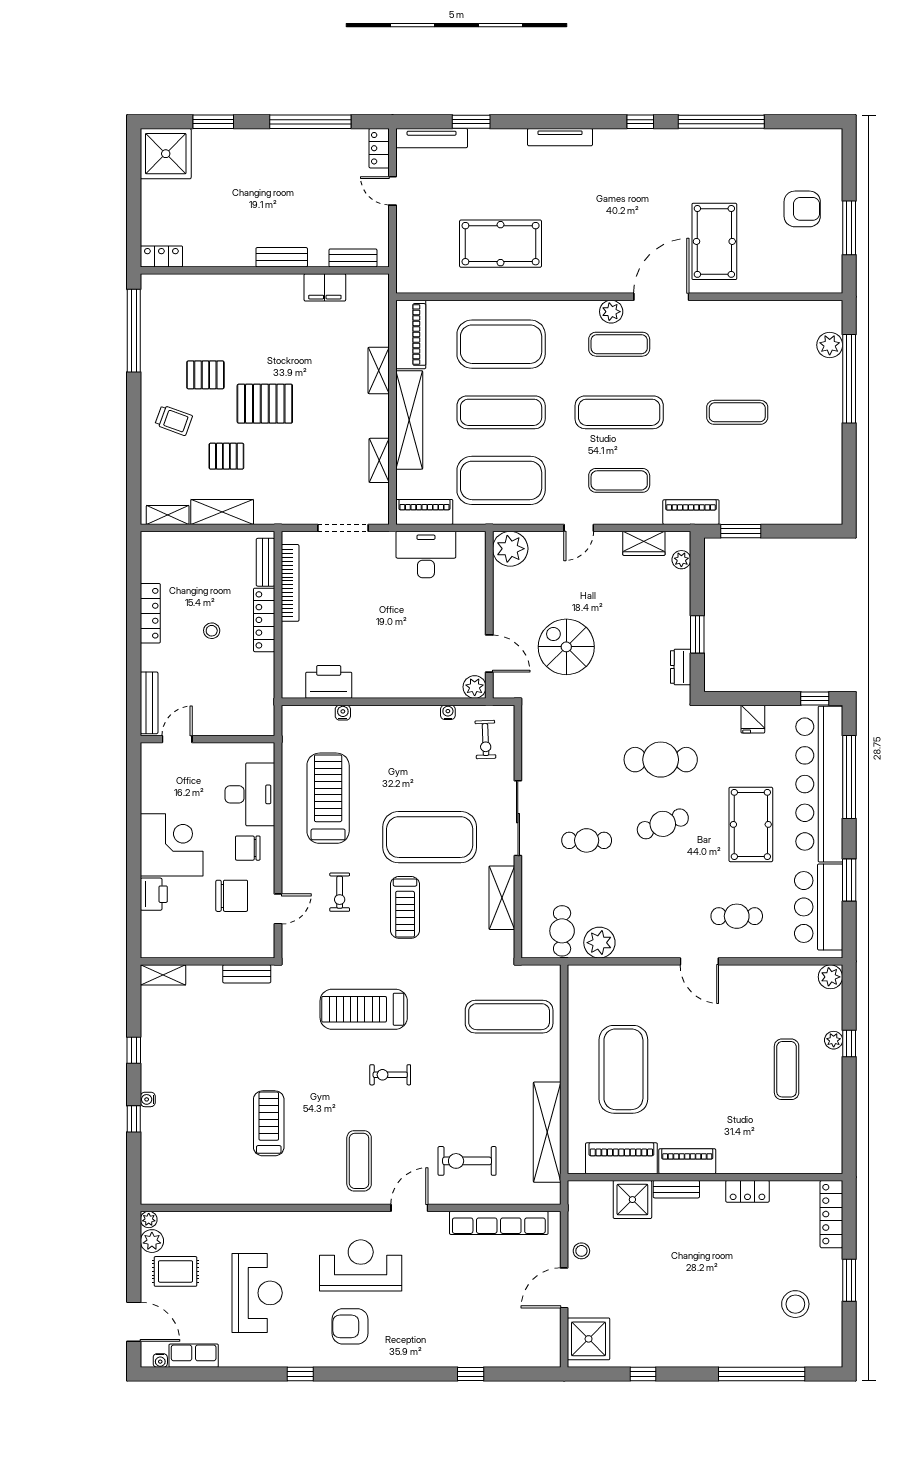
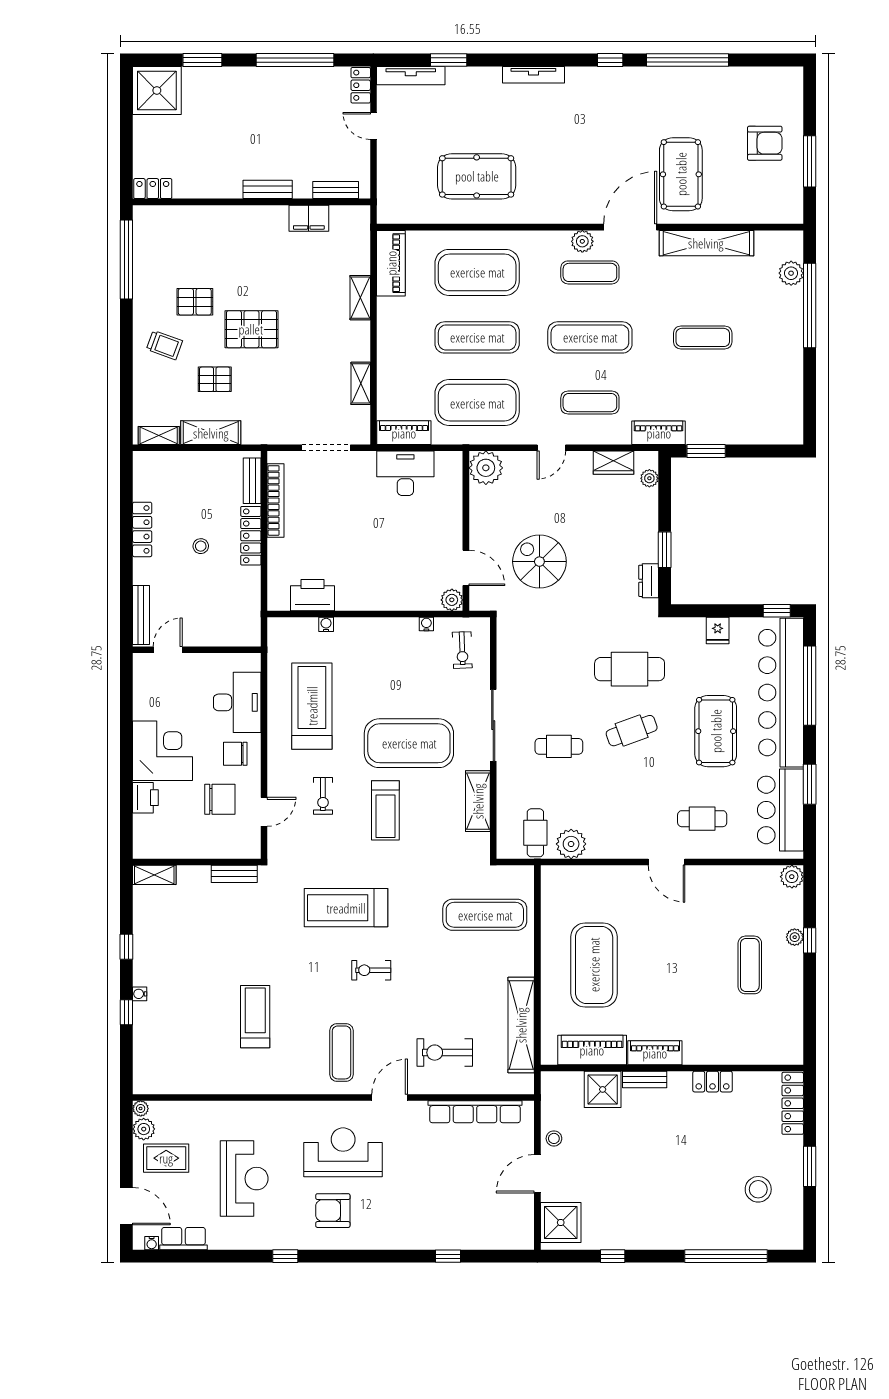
shelving: (409, 420) -> (706, 243), moved, turned 90

